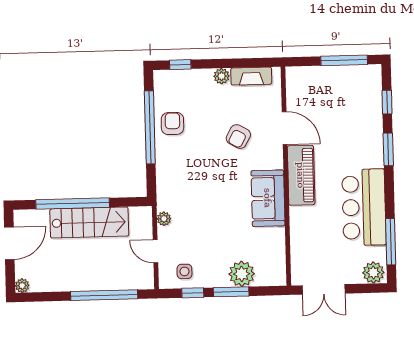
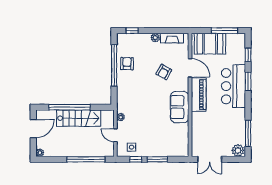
booth: (319, 84) -> (210, 44), added
bar counter: (364, 207) -> (234, 86), moved
plant: (242, 274) -> (164, 149), removed

